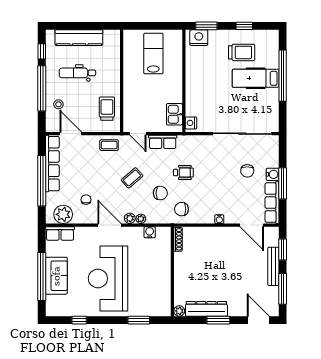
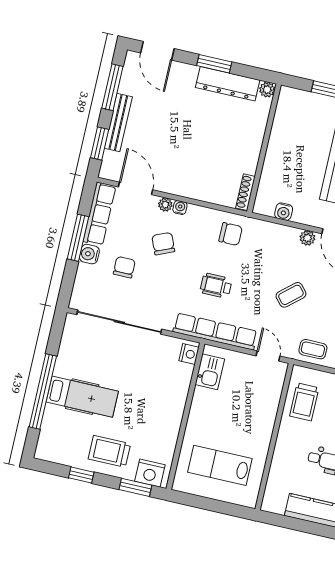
trolley: (242, 52) -> (109, 451), moved
lab bench: (153, 53) -> (220, 465), turned 90
row of seats: (163, 142) -> (215, 332), width x2.02
chair: (160, 193) -> (163, 244), moved, turned 67
plant: (141, 219) -> (165, 205), moved

